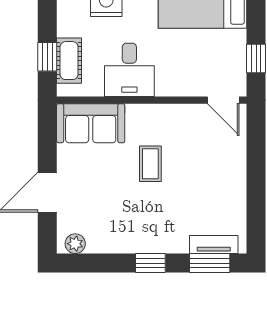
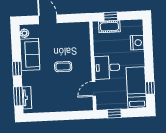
desk: (129, 70) -> (107, 68), moved
door: (223, 100) -> (94, 89), moved
sofa: (91, 123) -> (30, 54), moved, turned 180

